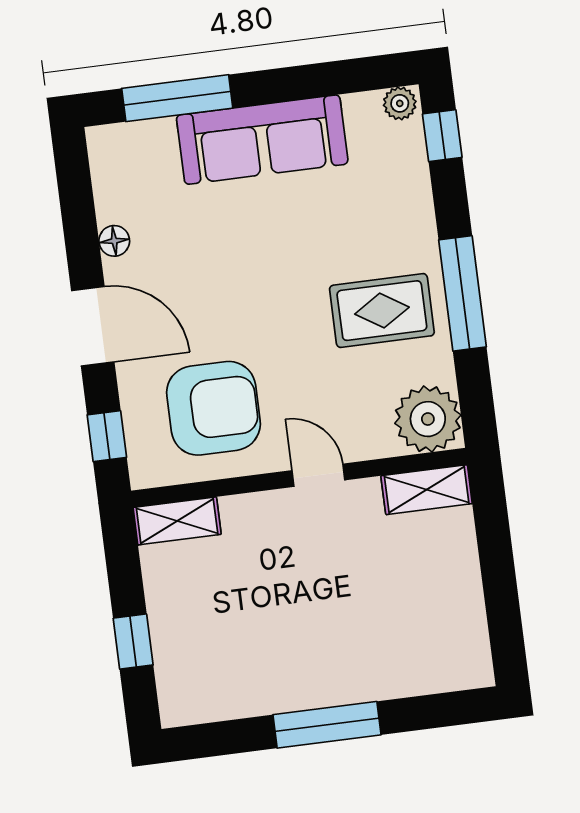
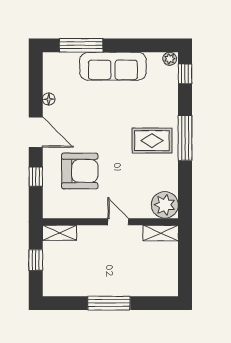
plant: (428, 419) -> (165, 205), moved
door: (318, 475) -> (118, 222), moved
wall: (299, 478) -> (110, 222), moved
shelving: (427, 490) -> (161, 233), moved
shelving: (177, 521) -> (59, 233), moved

